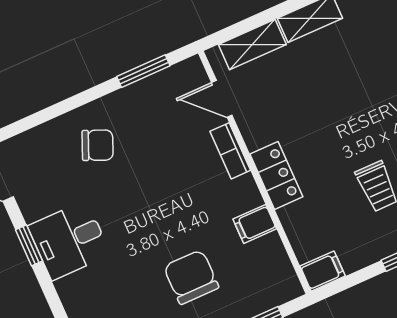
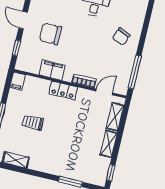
window: (143, 71) -> (135, 72), width x1.44
filing cabinet: (255, 224) -> (52, 70), width x2.00
chair: (191, 277) -> (51, 34), turned 180

